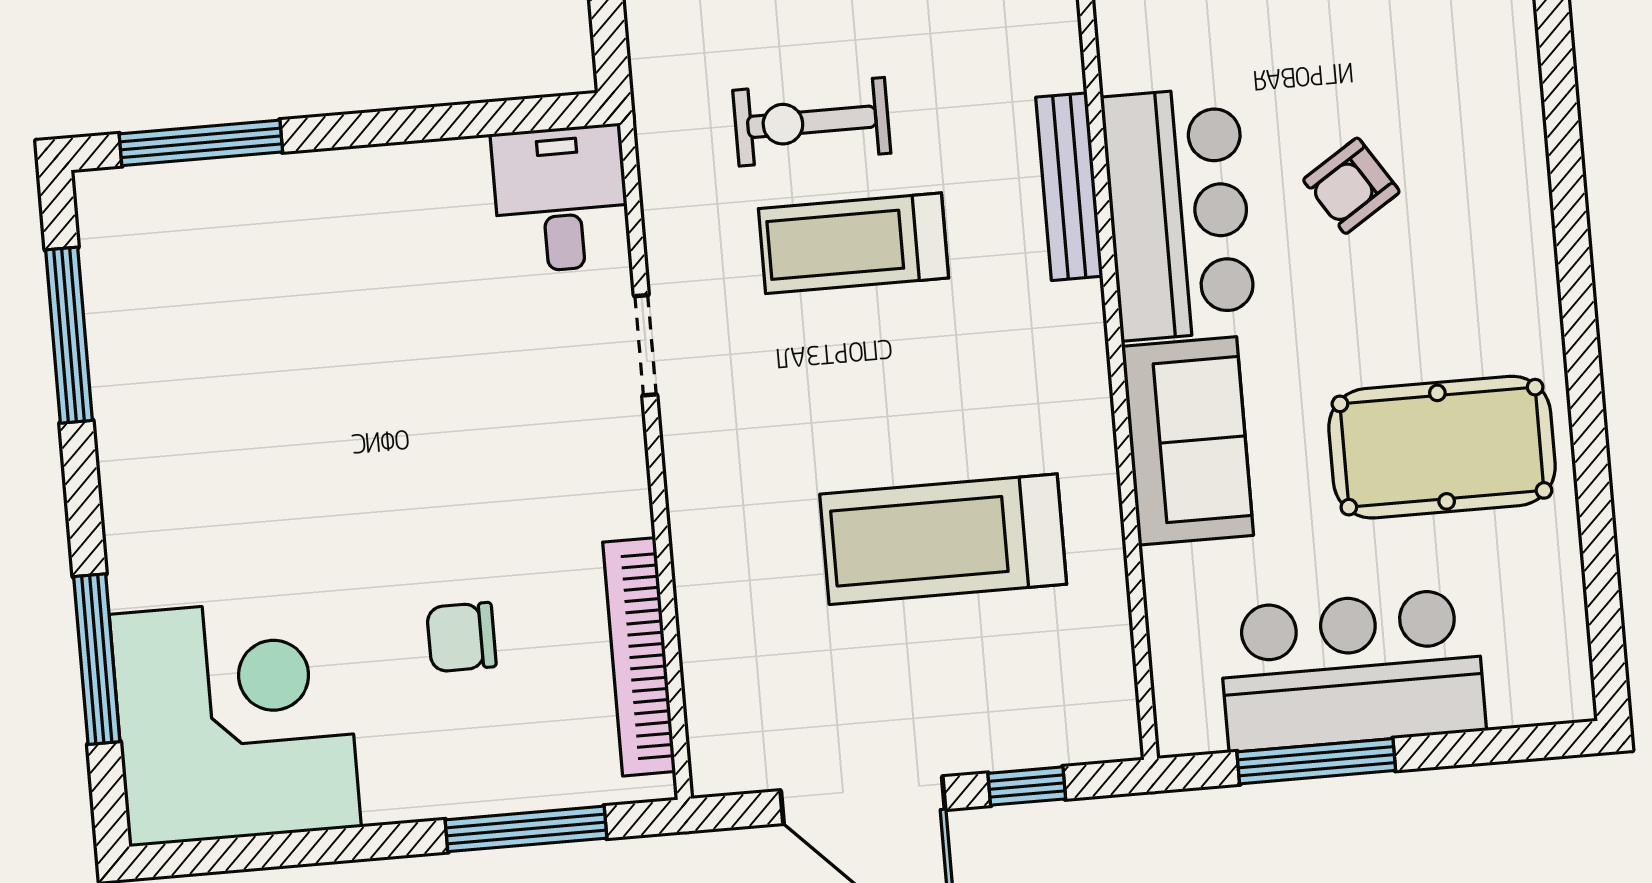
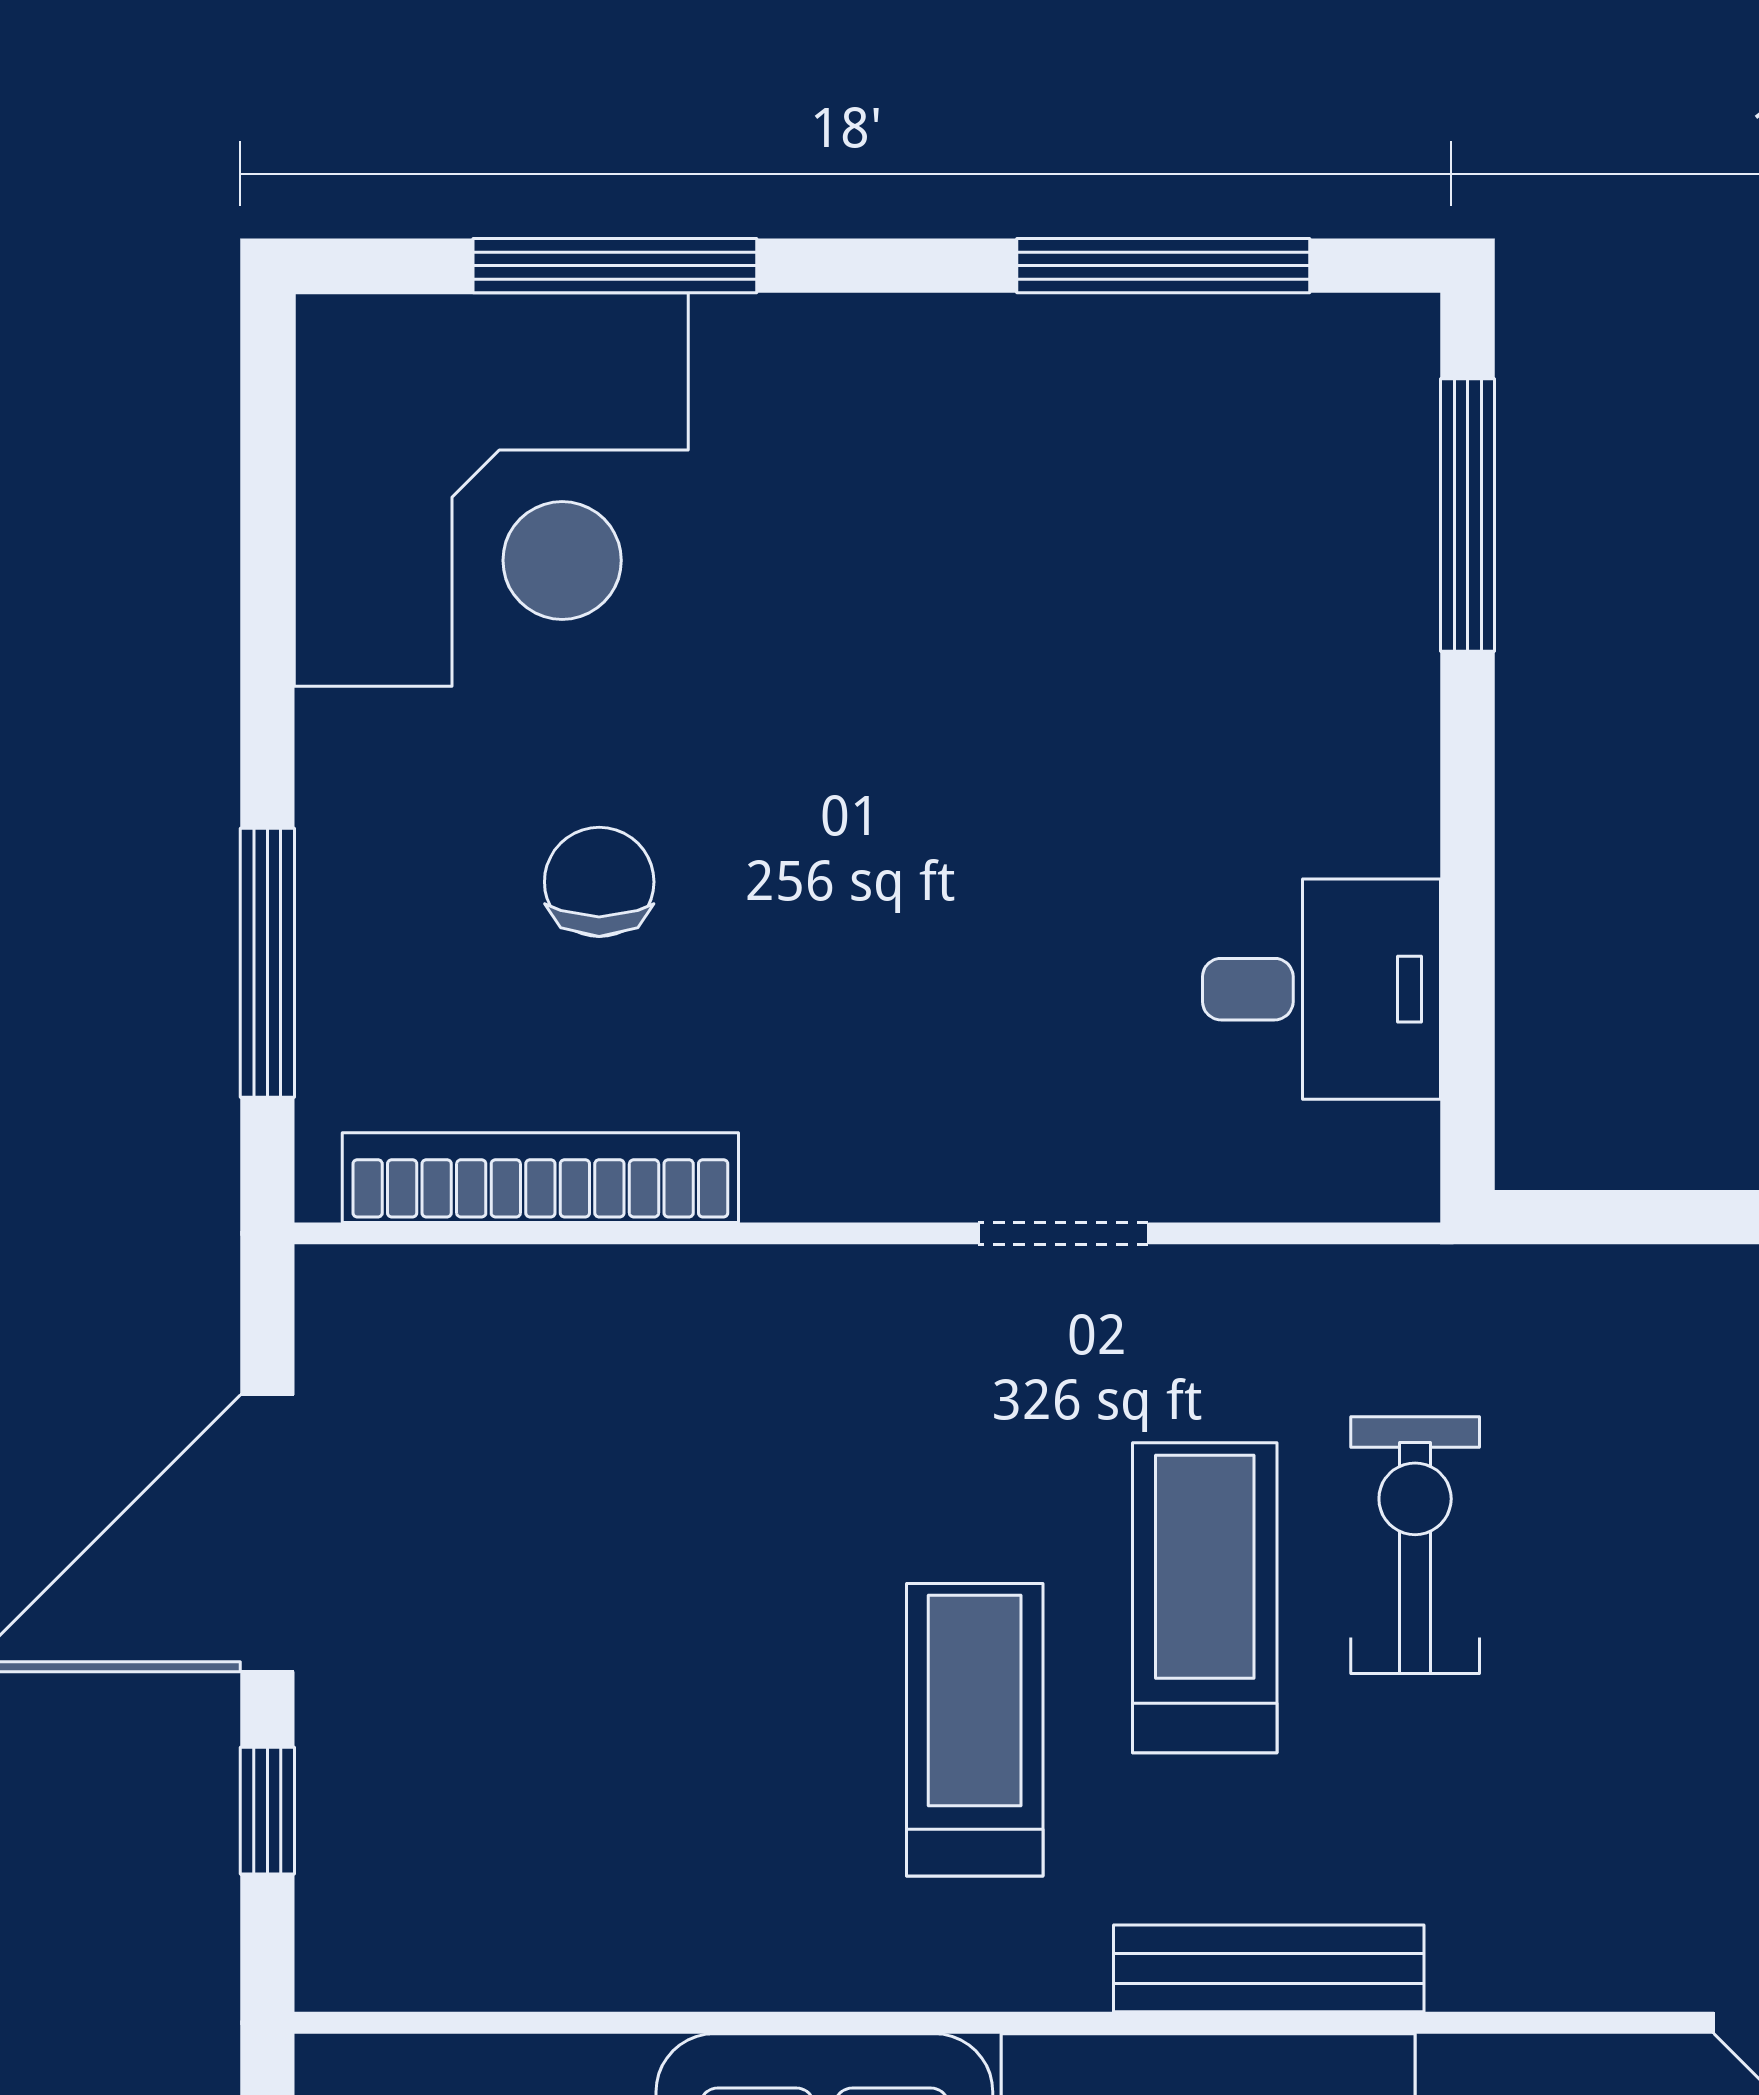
desk: (561, 199) -> (1322, 989), moved
treadmill: (943, 539) -> (975, 1730), moved, width x0.73, depth x0.73

